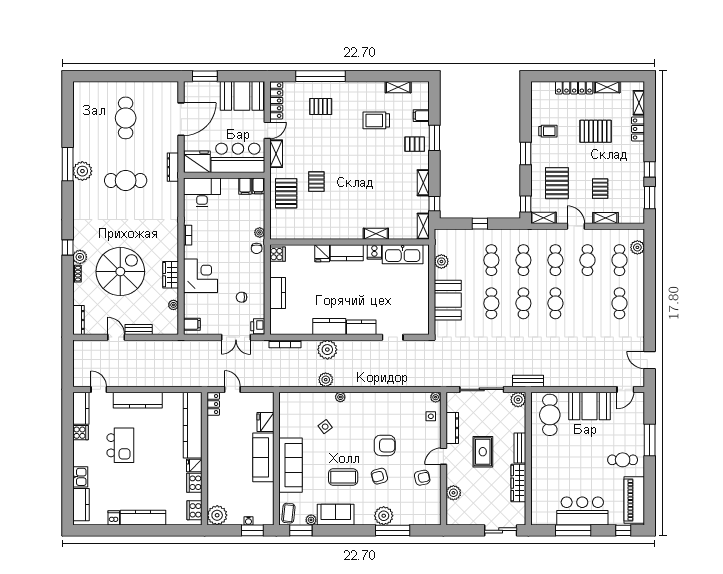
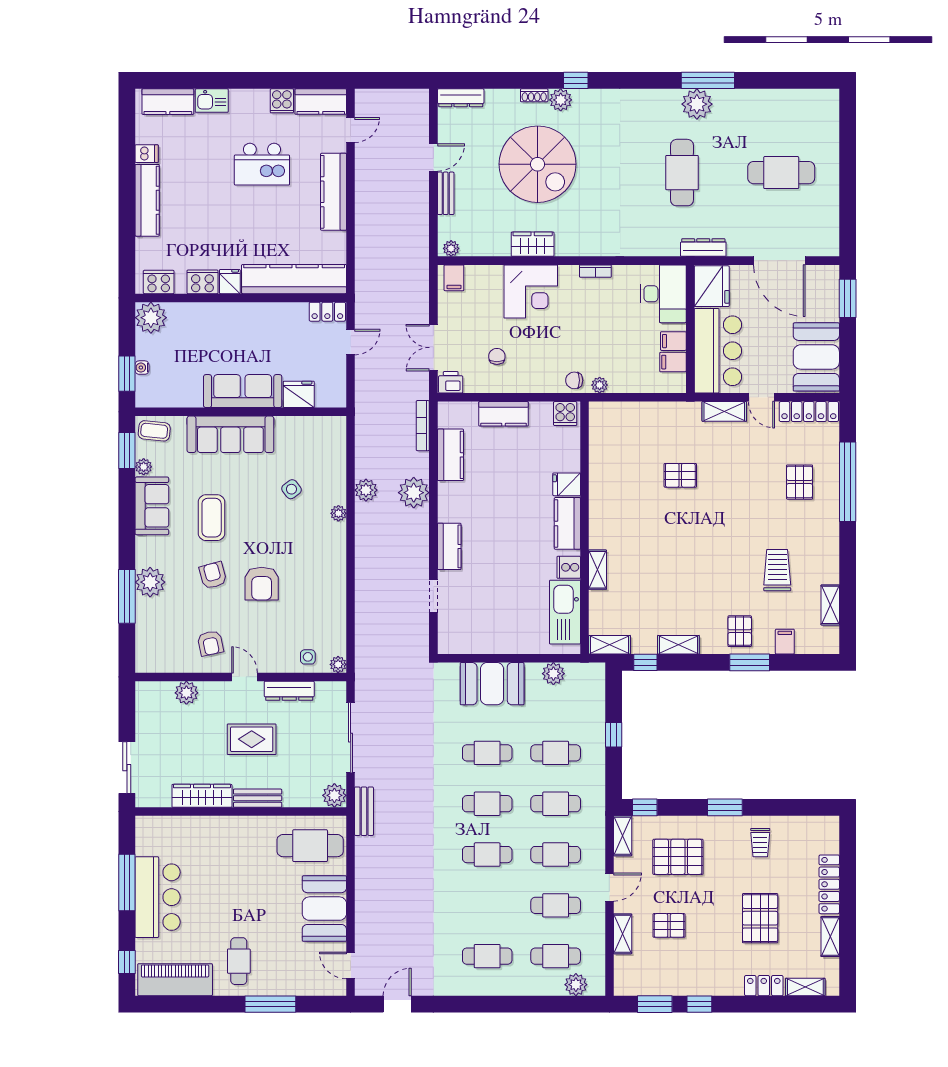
filing cabinet: (258, 186) -> (673, 341), moved
pallet: (286, 193) -> (662, 427), removed
plant: (173, 305) -> (451, 248), moved
kitchen counter: (329, 326) -> (450, 455), moved

